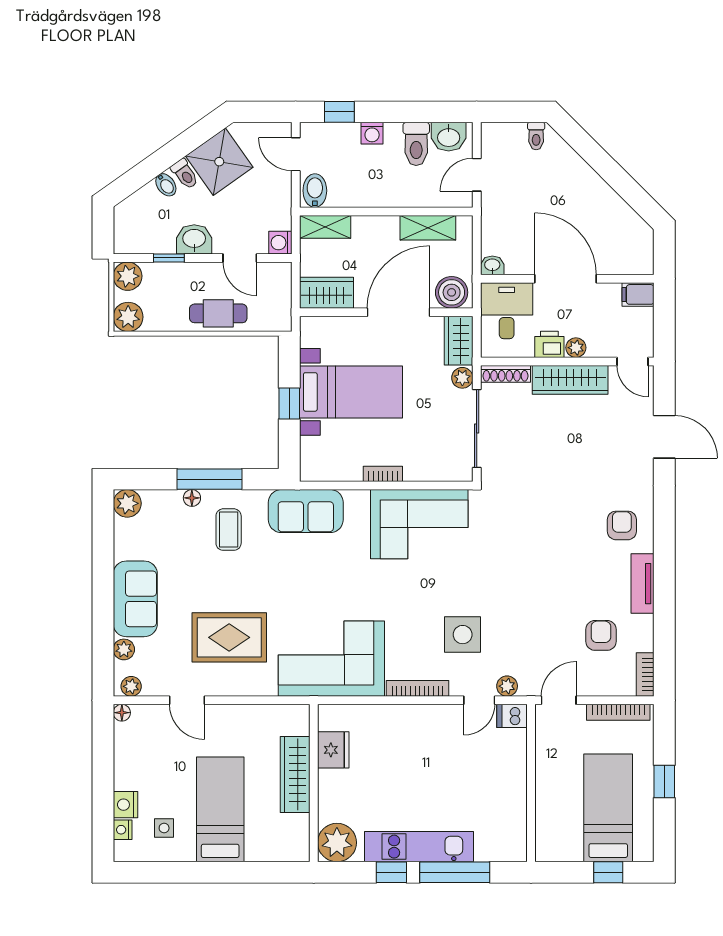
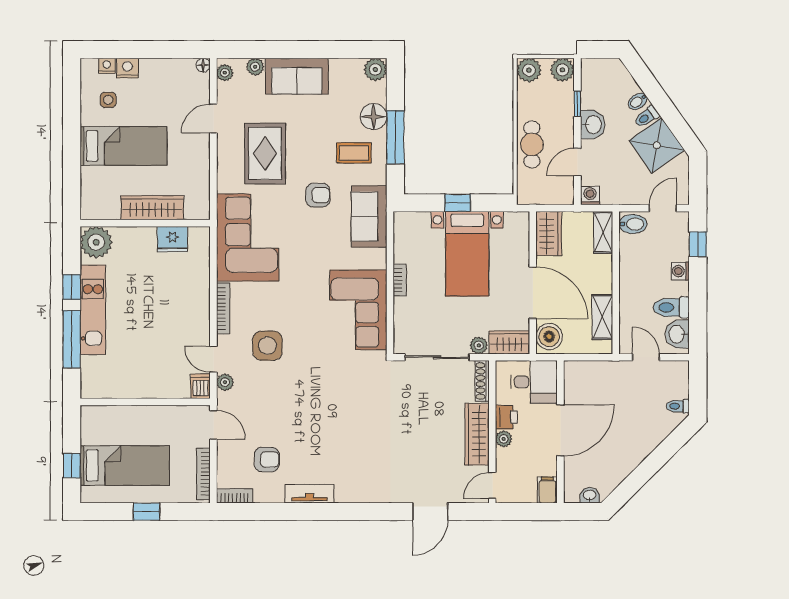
washbasin: (492, 265) -> (590, 495), moved, turned -90
floor lamp: (192, 498) -> (374, 117), width x1.89, depth x1.89
armchair: (622, 525) -> (318, 195), moved

